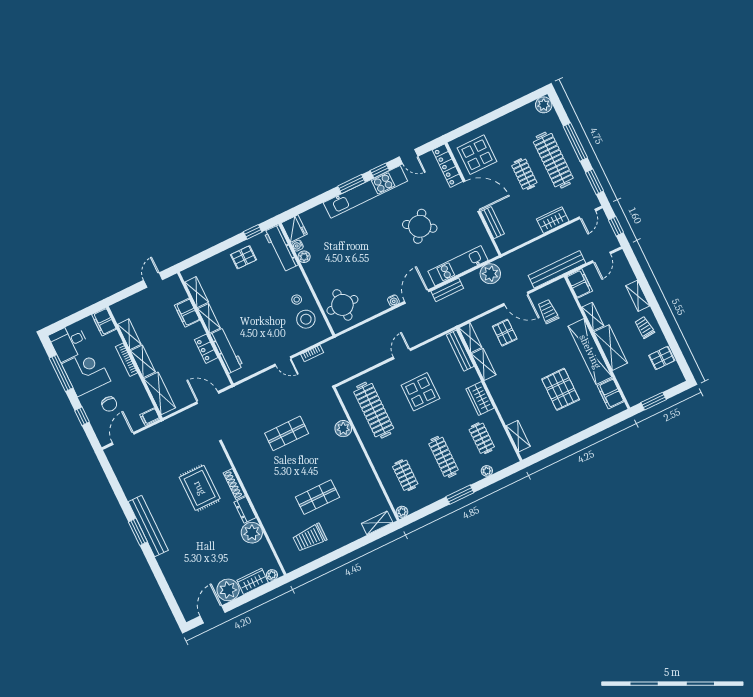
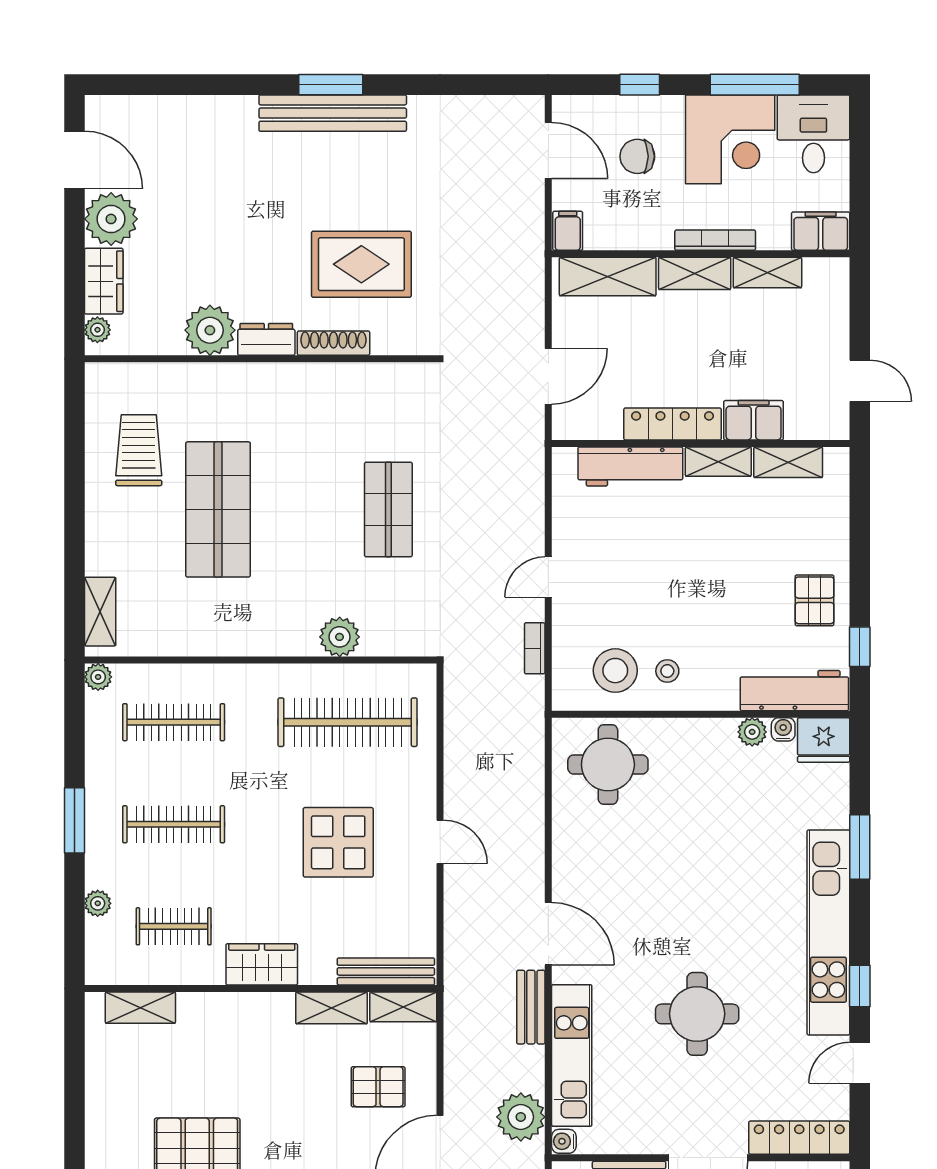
window: (351, 184) -> (860, 847), moved
round table: (420, 226) -> (697, 1014), turned -34
water cooler: (393, 301) -> (564, 1141), moved
locker: (206, 349) -> (673, 424), width x1.53
clothes rail: (405, 475) -> (174, 722), width x1.36
shop shelf: (317, 497) -> (218, 509), width x1.43, depth x1.36

